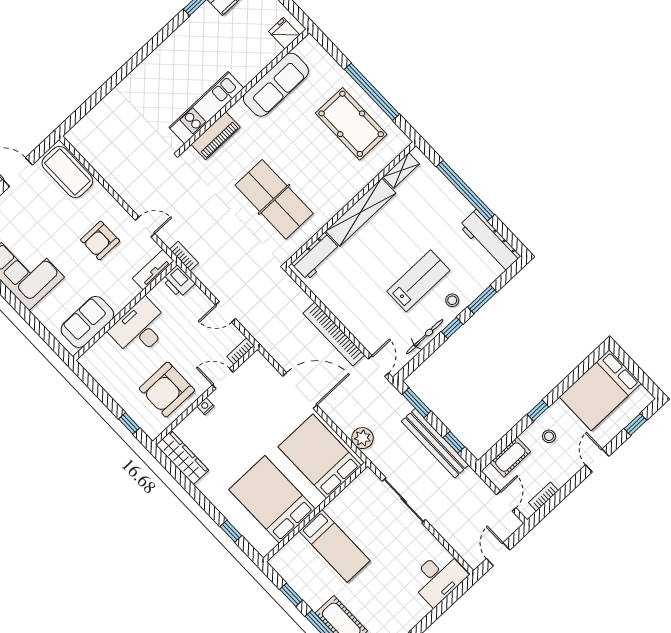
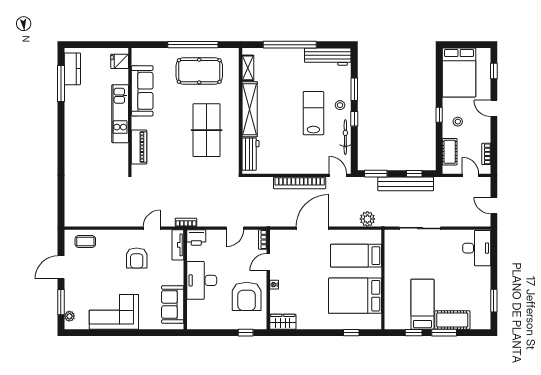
kitchen unit: (206, 108) -> (120, 114), moved
coffee table: (67, 172) -> (85, 241), width x0.54, depth x0.58
table tennis table: (274, 199) -> (207, 130), moved, turned 90
bed: (320, 456) -> (356, 256), width x0.67
wardrobe: (182, 458) -> (283, 322), width x0.67
bed: (335, 546) -> (422, 304), moved, turned -90

